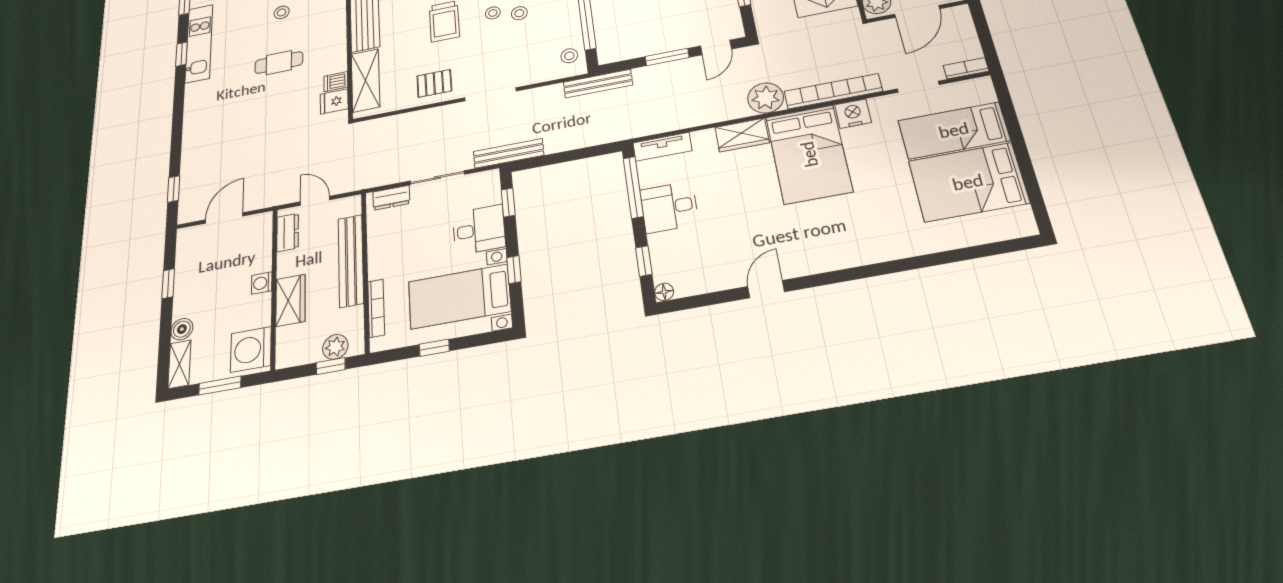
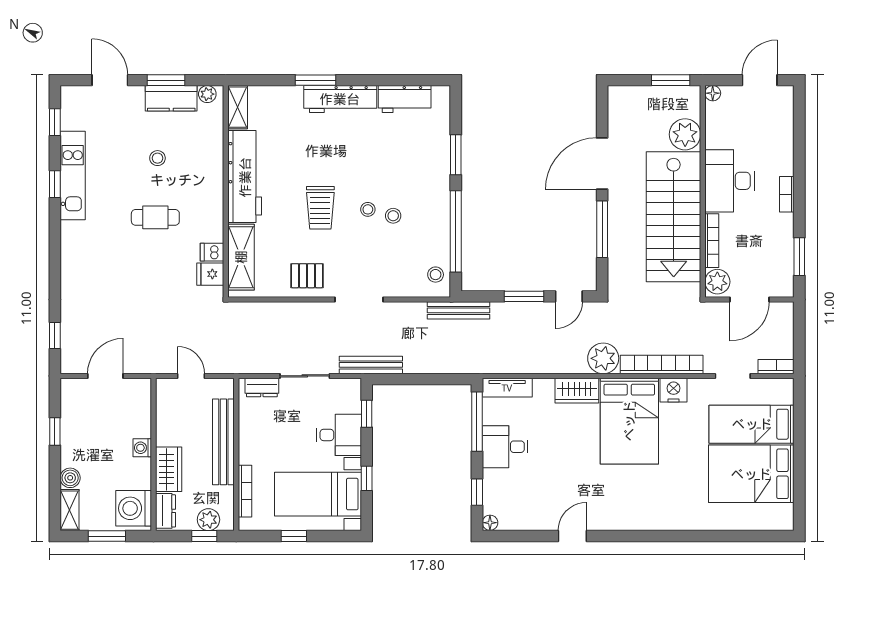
dresser: (288, 233) -> (166, 511), moved

